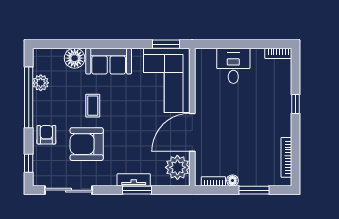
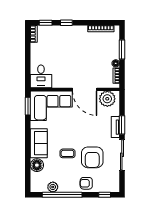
desk: (233, 66) -> (41, 76), moved, turned -90
window: (295, 72) -> (46, 23), added
sliding door: (69, 190) -> (122, 155), moved

